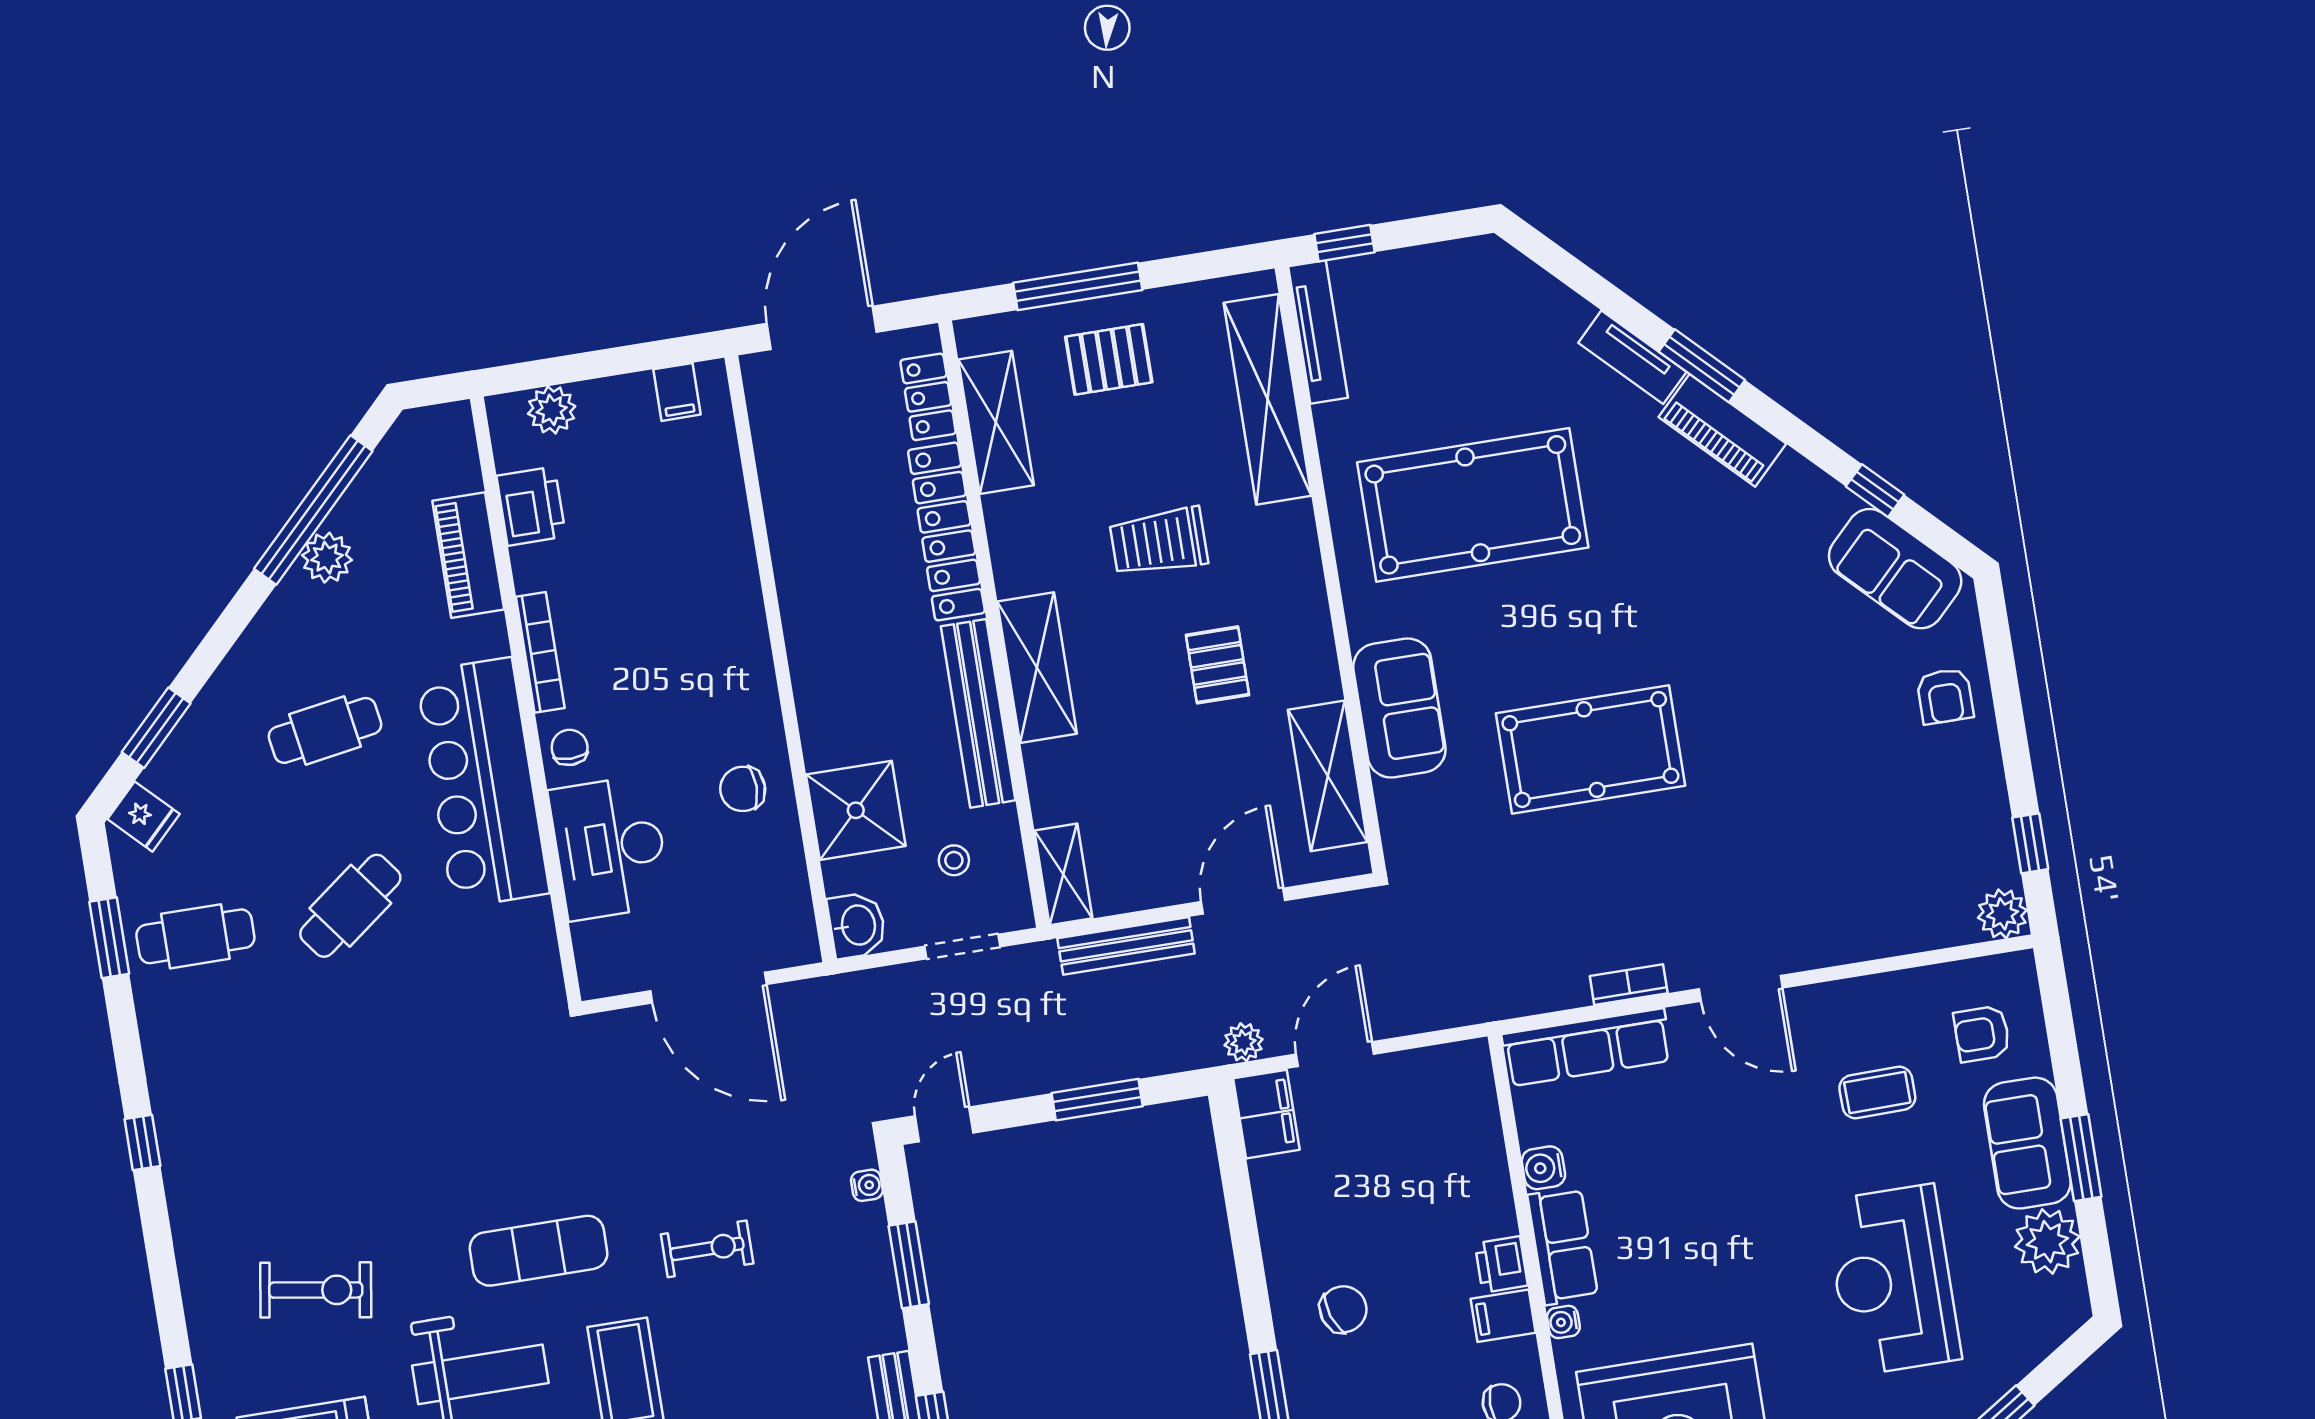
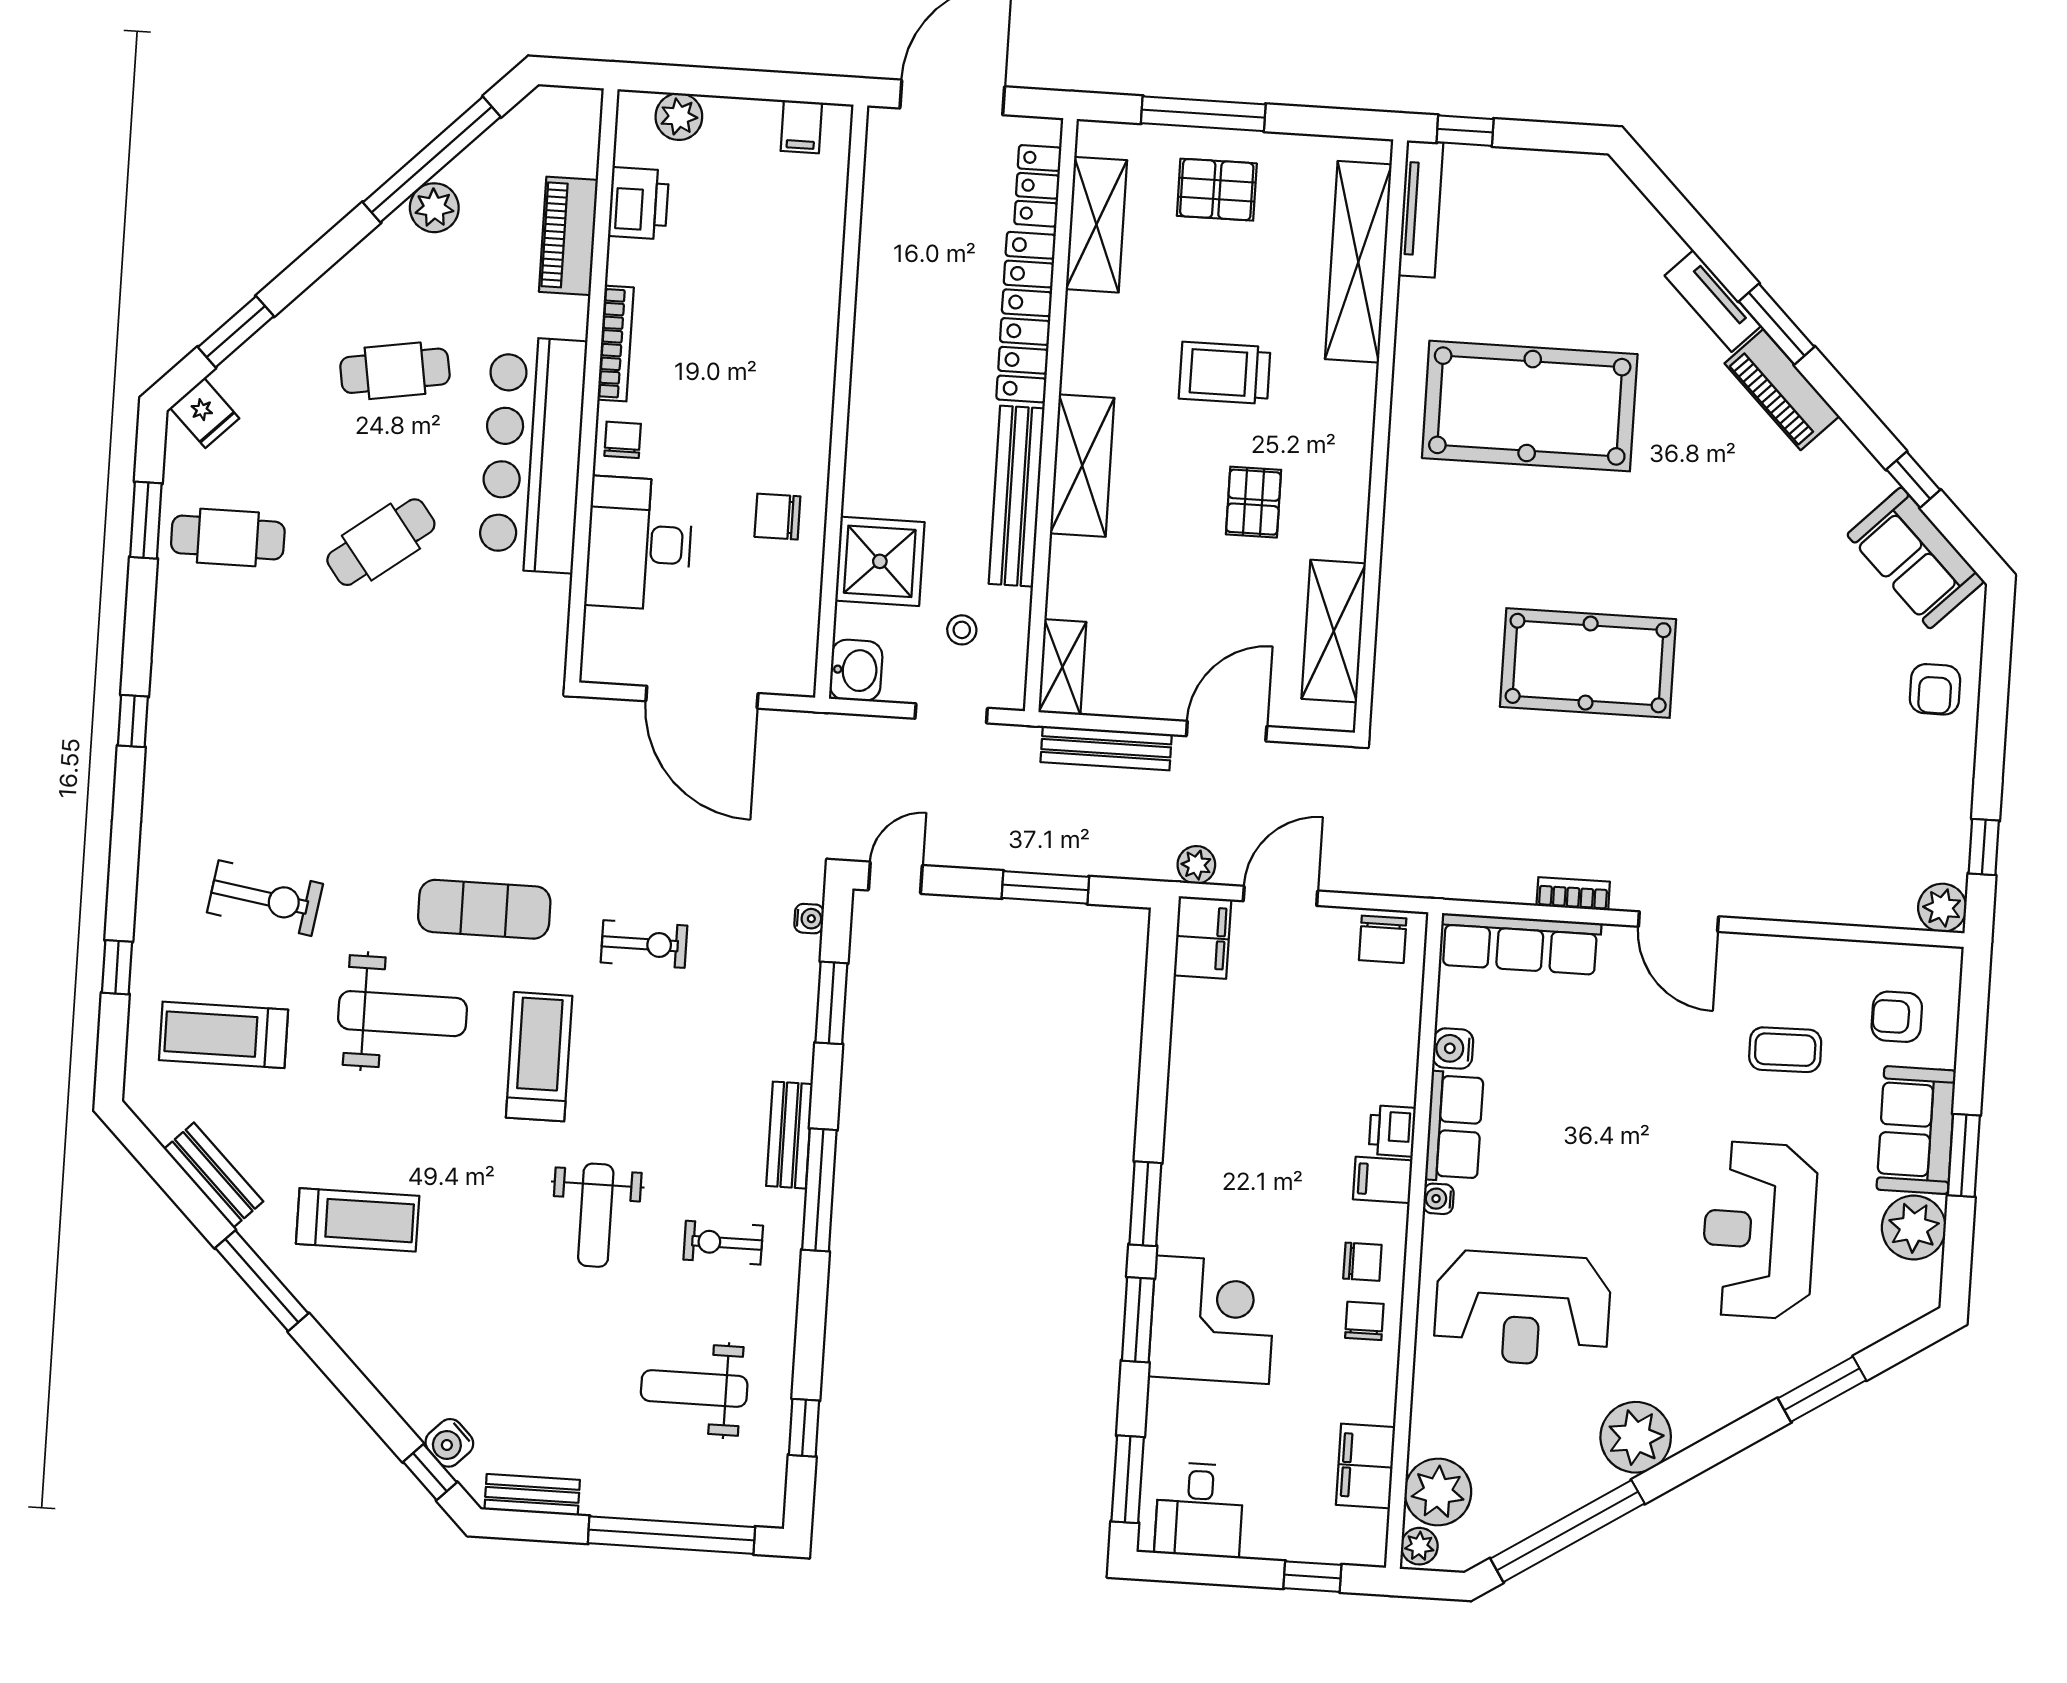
sofa: (1399, 708) -> (1416, 582), removed
chair: (1343, 1309) -> (1383, 939), moved, turned 109

